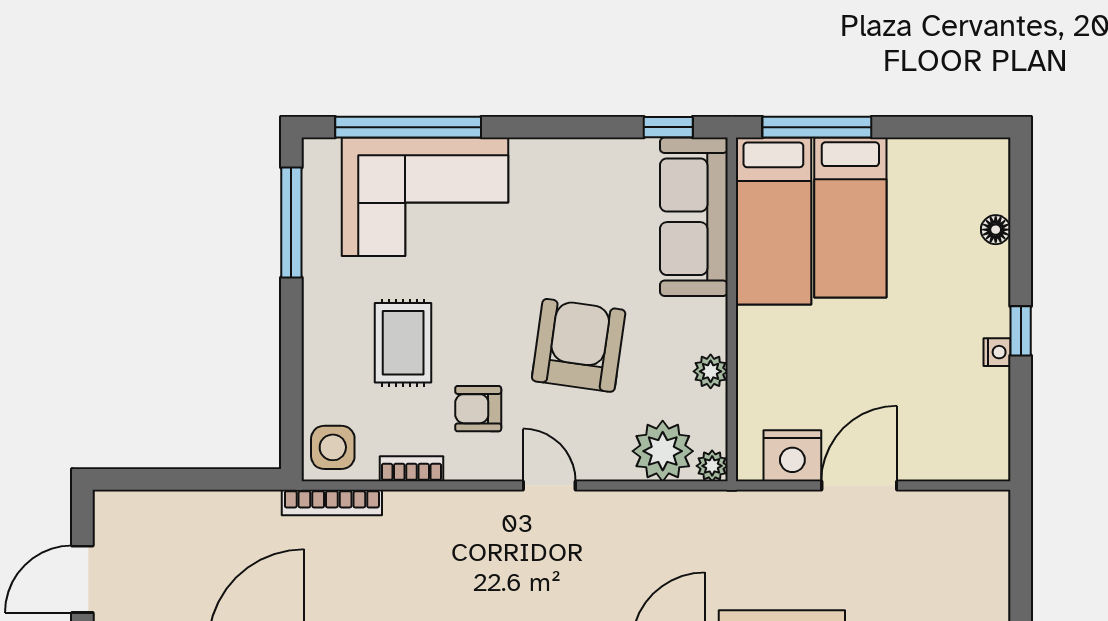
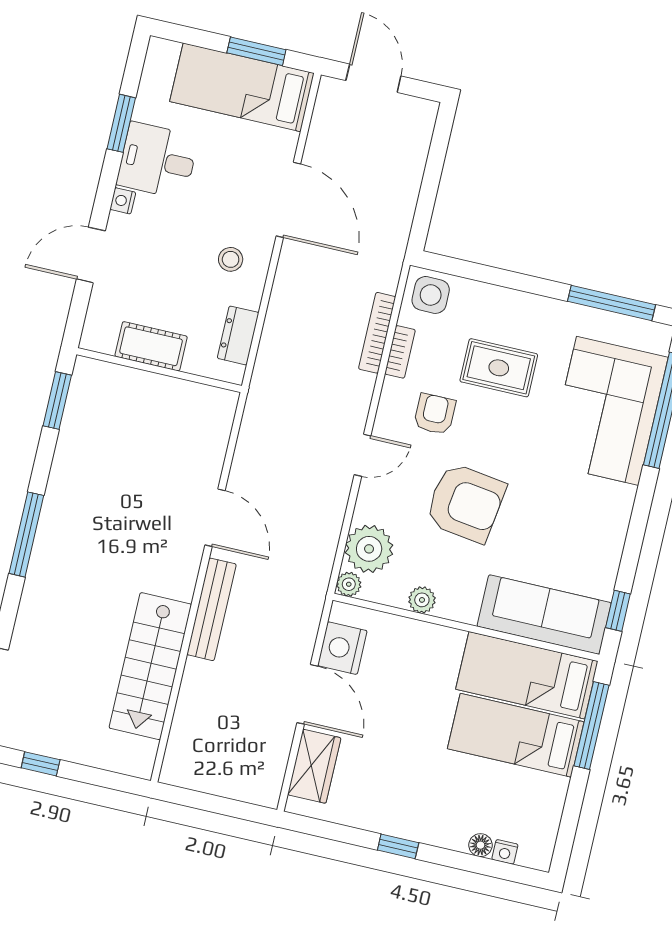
nightstand: (997, 352) -> (505, 852), moved
wardrobe: (946, 457) -> (314, 766), added
bookcase: (332, 502) -> (377, 333), moved

